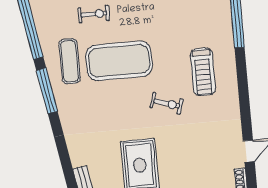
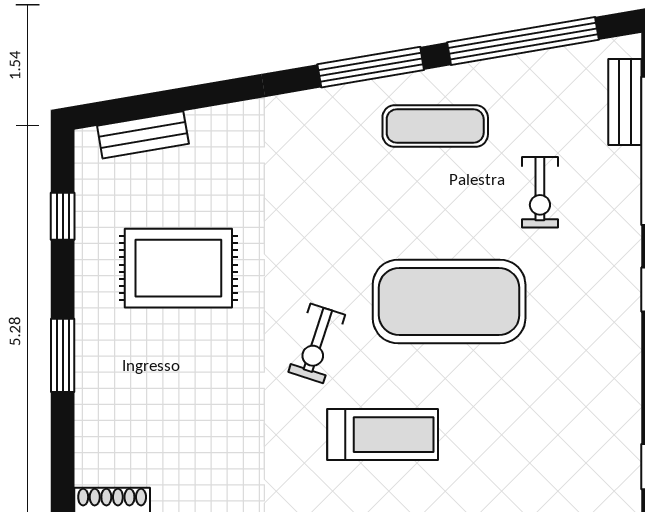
exercise mat: (119, 61) -> (449, 301), moved, turned 90
treadmill: (203, 72) -> (383, 435), turned 180

